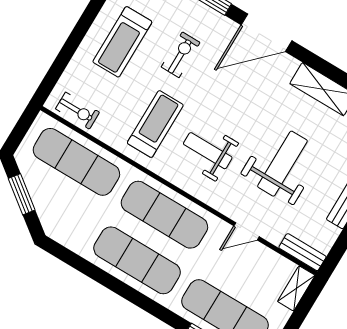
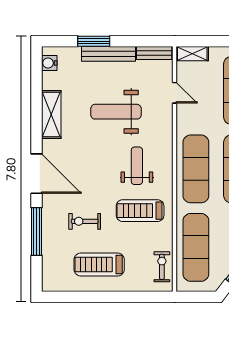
treadmill: (122, 42) -> (99, 265), turned 180
weight bench: (208, 151) -> (137, 166), turned 180
door: (246, 231) -> (174, 93), moved
bench: (302, 252) -> (154, 53), moved, turned 90

